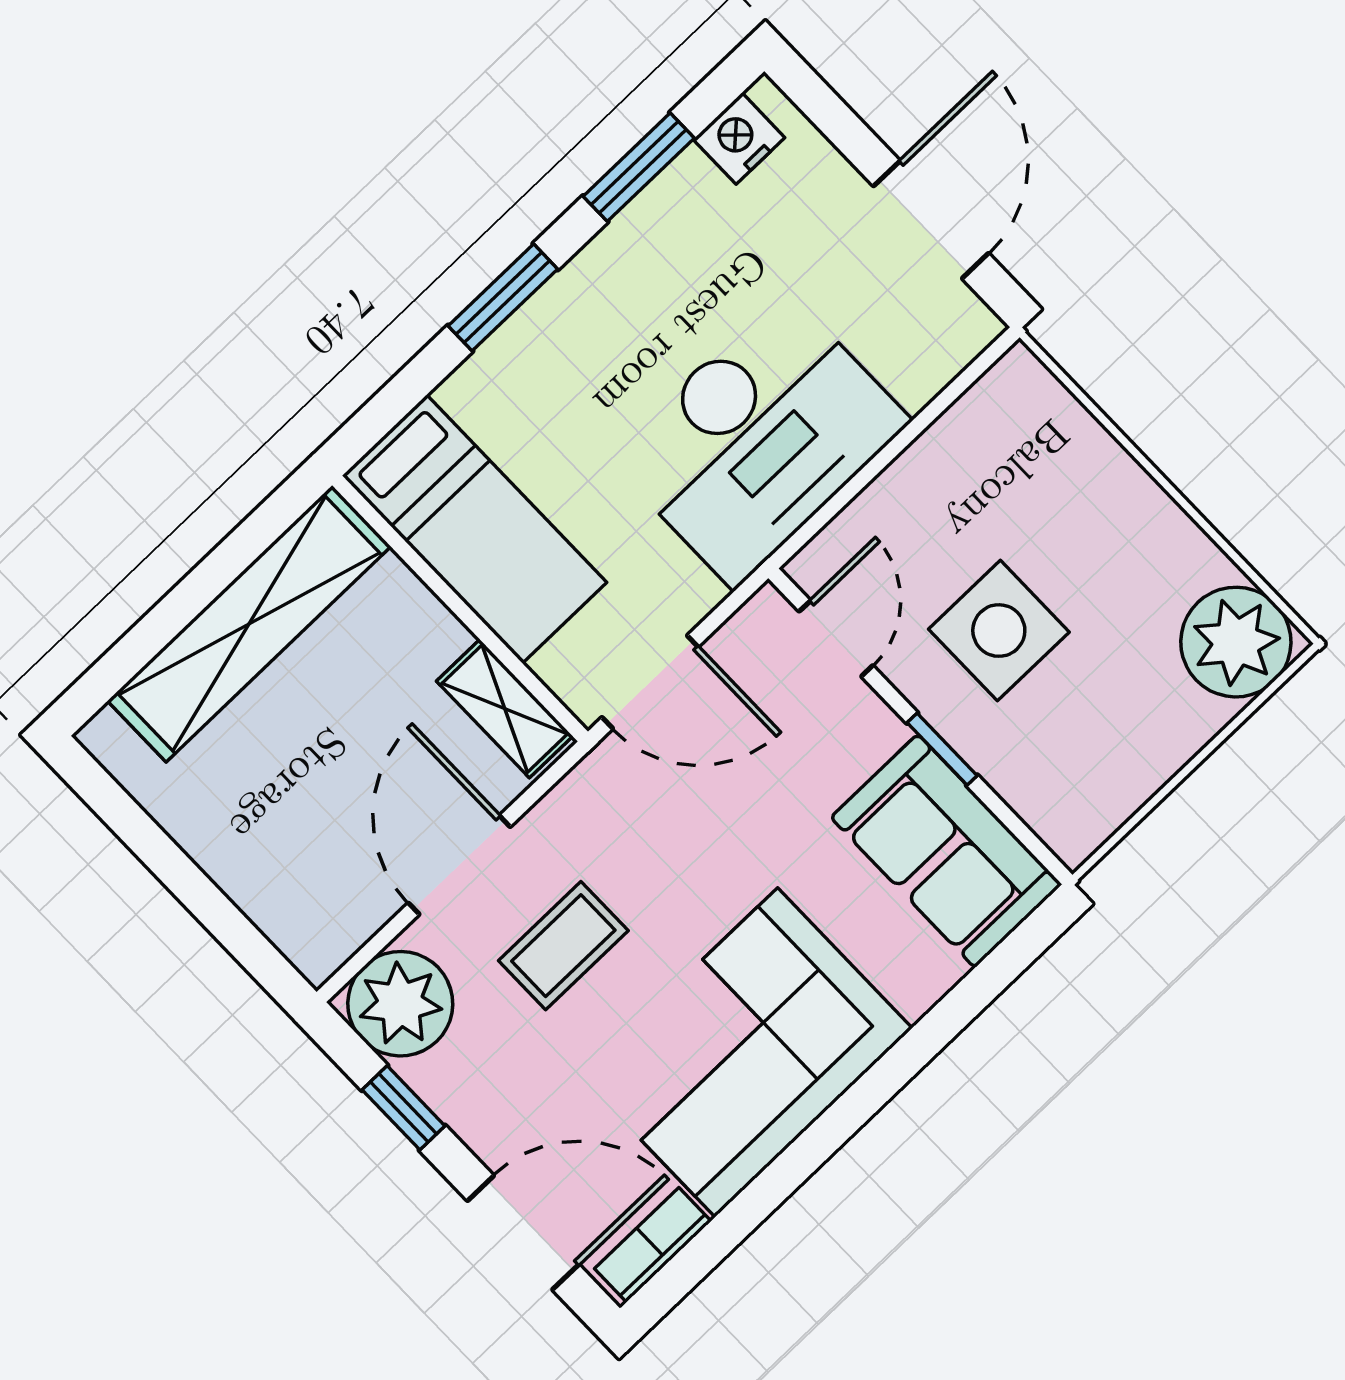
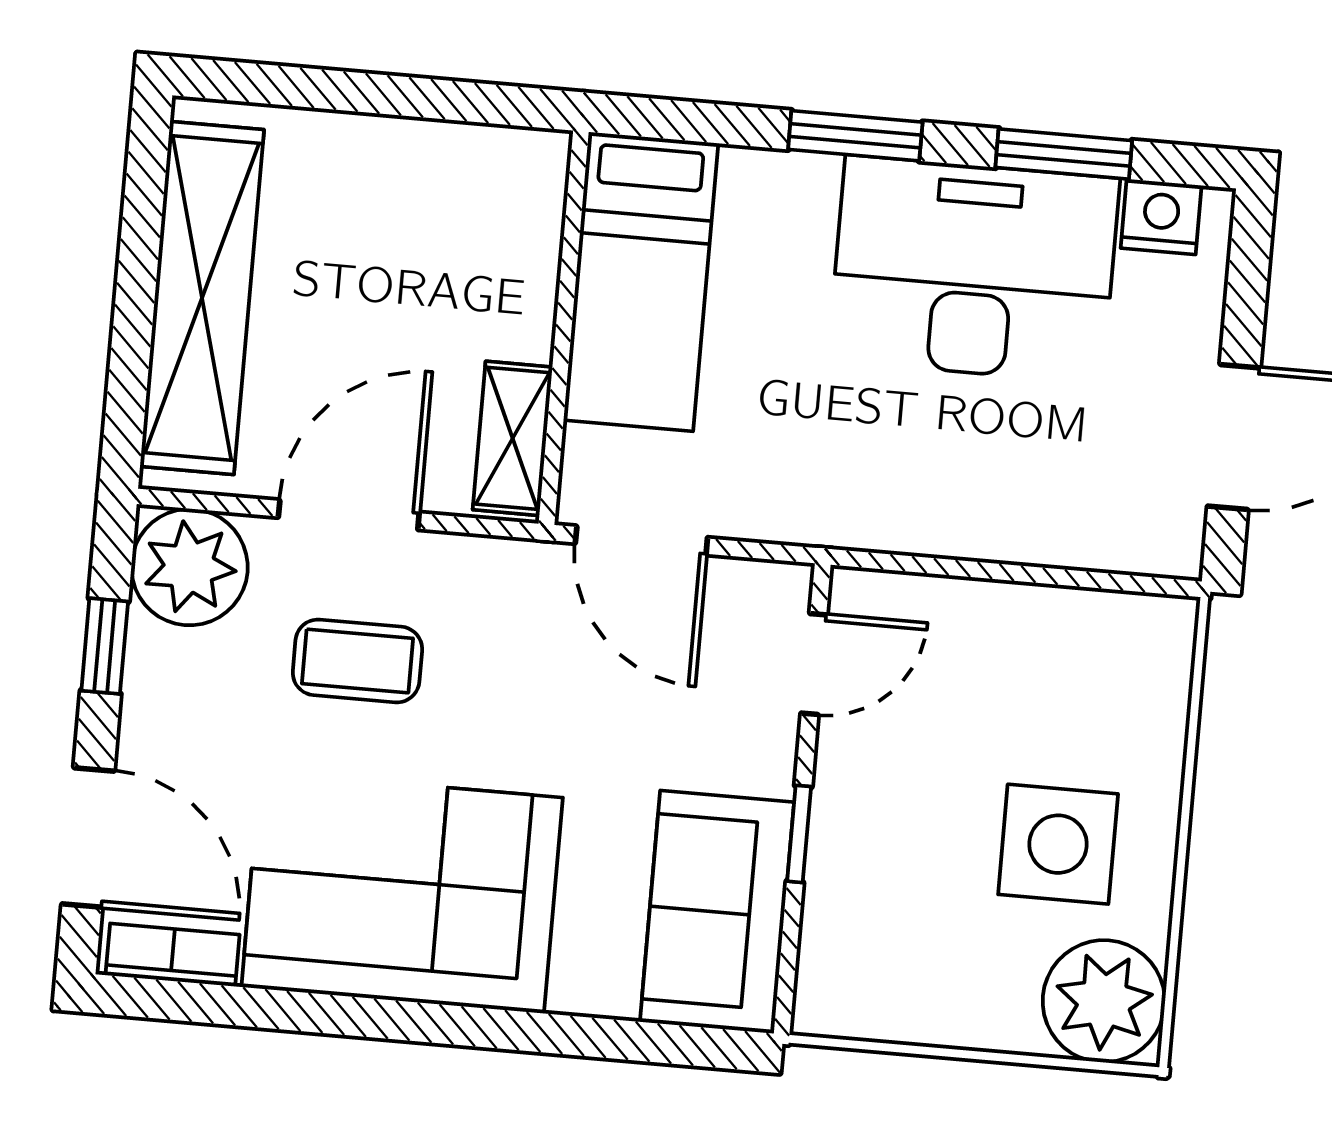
desk: (759, 439) -> (974, 269), moved, turned 180
shelving: (249, 624) -> (202, 298), moved, turned 90
side table: (999, 631) -> (1058, 844), moved

